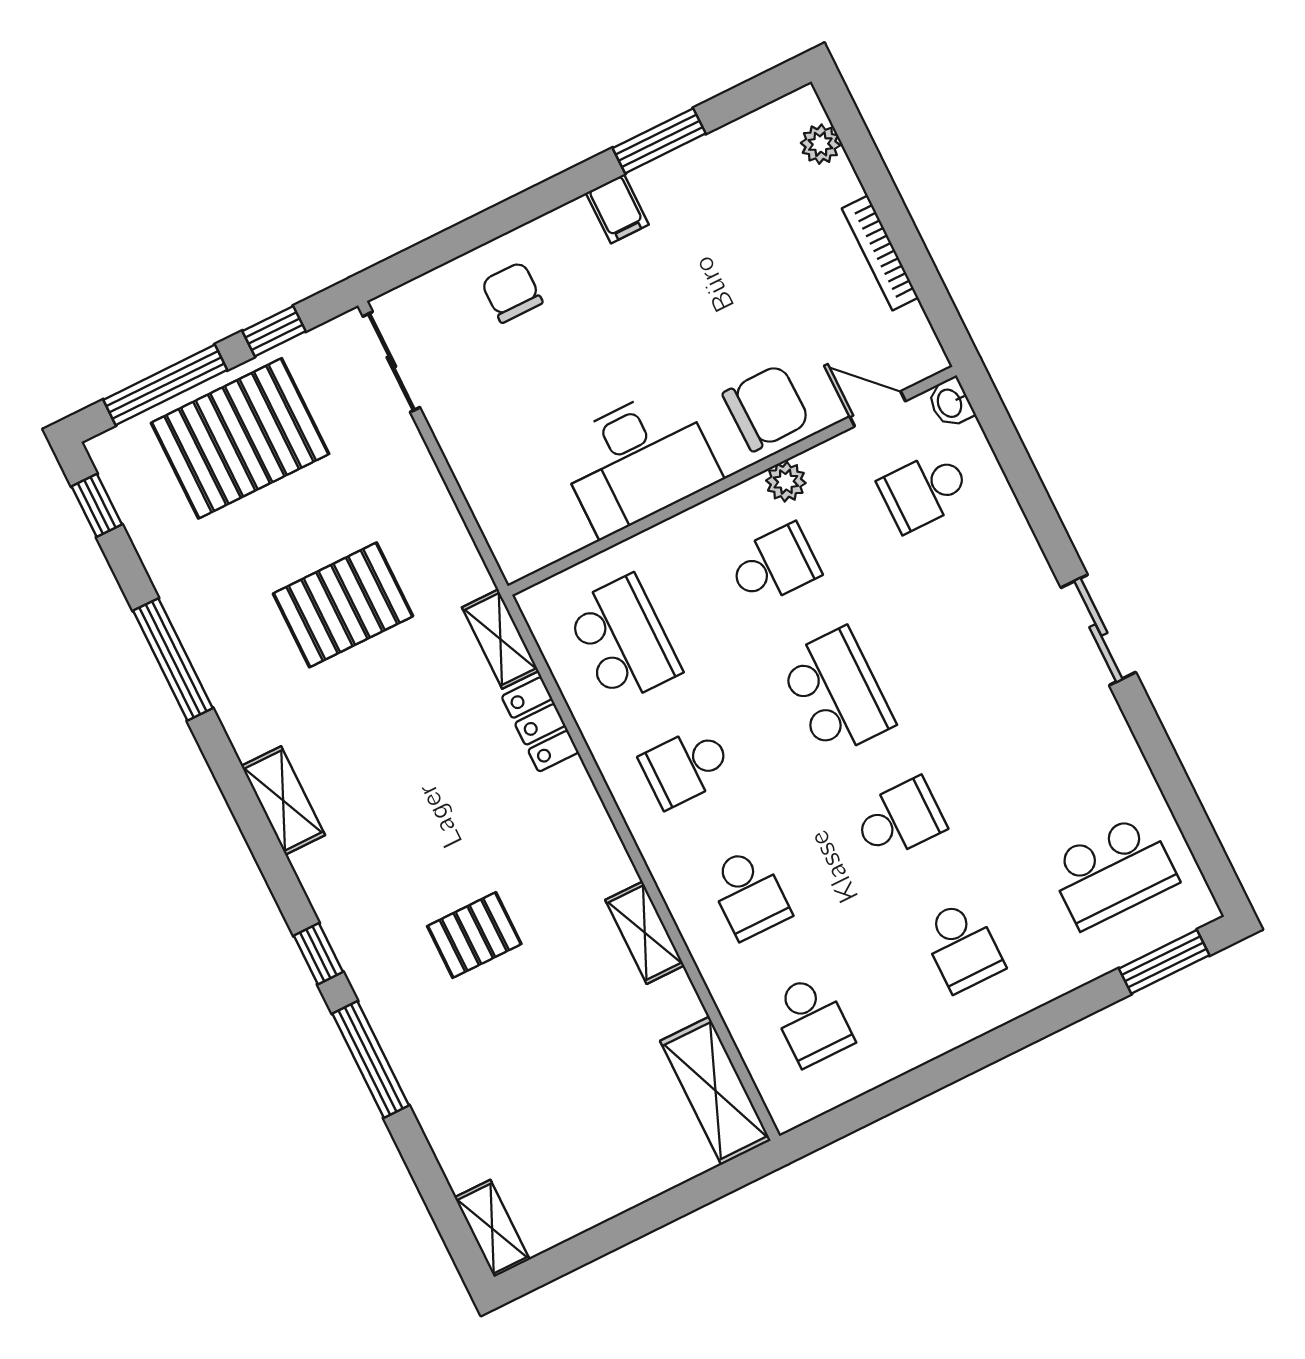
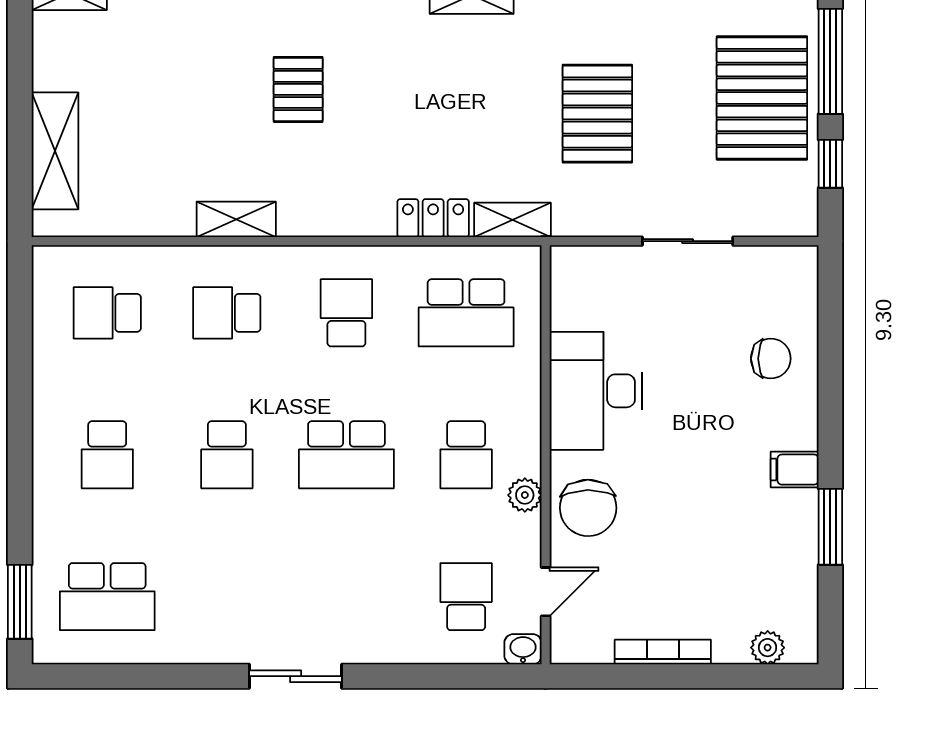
sliding door: (391, 362) -> (688, 241), moved
school desk: (1113, 872) -> (107, 597), turned -90
school desk: (962, 946) -> (107, 455), turned -90
shelving: (715, 1091) -> (55, 151), moved, turned 90

